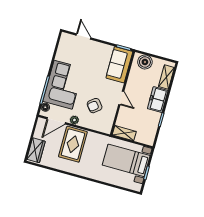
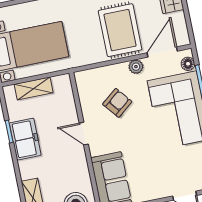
freezer: (158, 100) -> (25, 139), moved
shelving: (124, 133) -> (34, 88), moved

